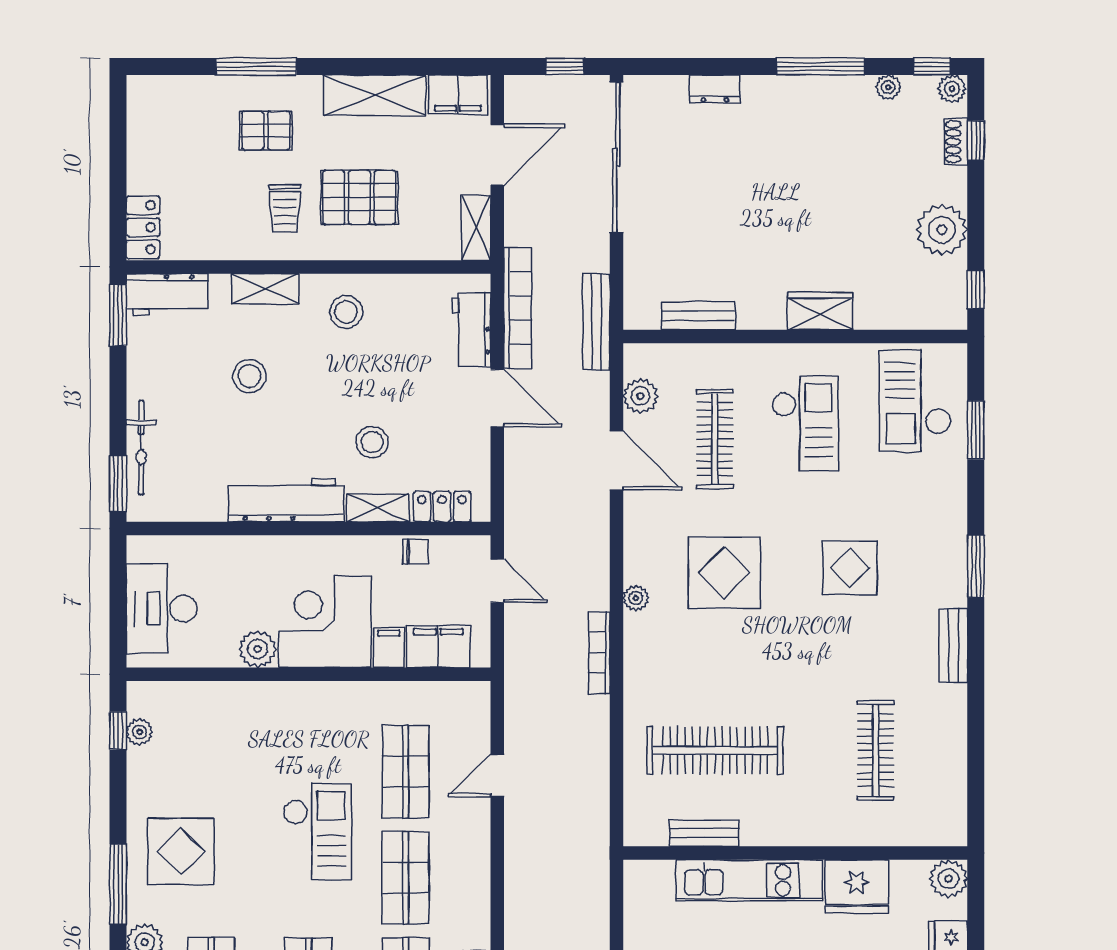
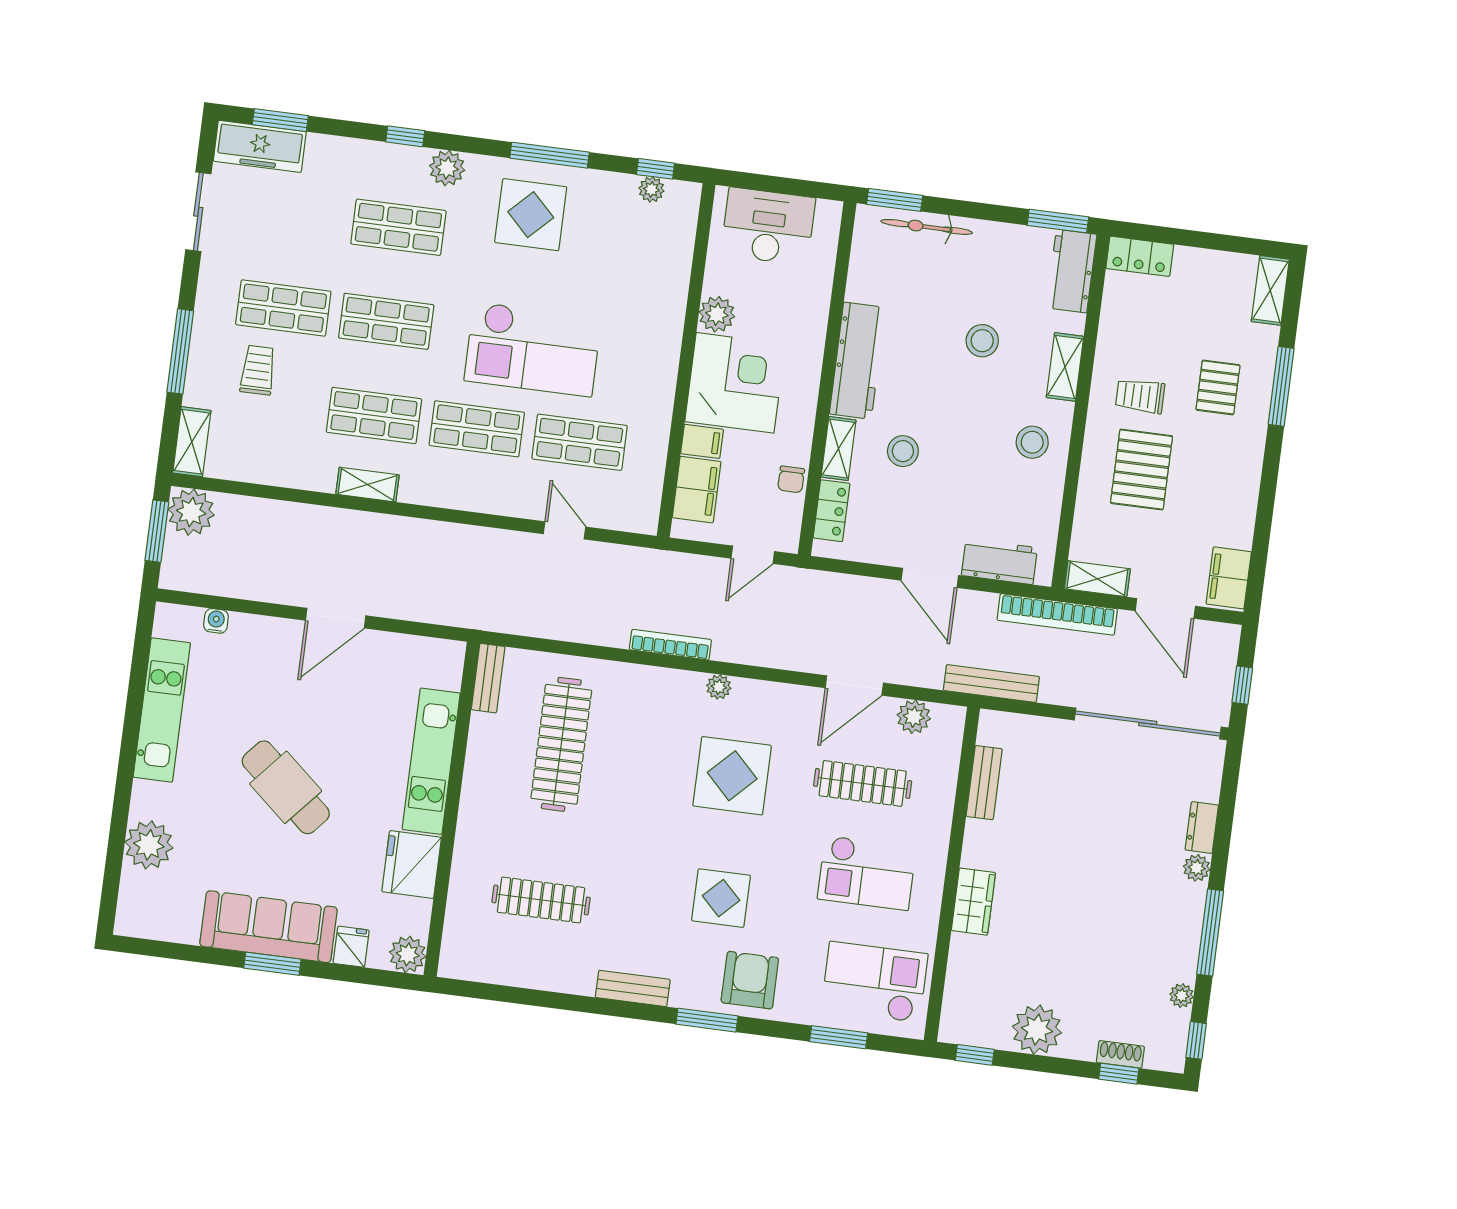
plant: (952, 89) -> (1197, 868), moved
shelving: (374, 95) -> (1270, 290), moved, width x0.67, depth x0.75
bookcase: (518, 308) -> (1057, 614), moved
door: (497, 398) -> (930, 578), hinge flipped
armchair: (930, 528) -> (750, 980), added
checkout: (317, 831) -> (533, 349), width x1.36, depth x1.21
bench: (704, 833) -> (488, 678), moved
window: (118, 884) -> (550, 155), moved

